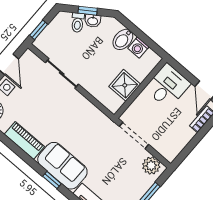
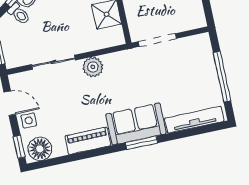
plant: (151, 166) -> (93, 67), moved
window: (52, 180) -> (142, 143), width x1.50

